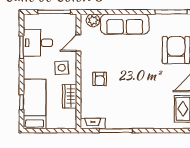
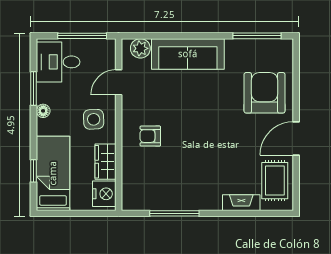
desk: (38, 43) -> (58, 62), moved
floor lamp: (28, 62) -> (43, 111), added
armchair: (100, 79) -> (150, 136), turned 90
nightstand: (69, 118) -> (104, 194), added
fireplace: (93, 123) -> (241, 203), moved

